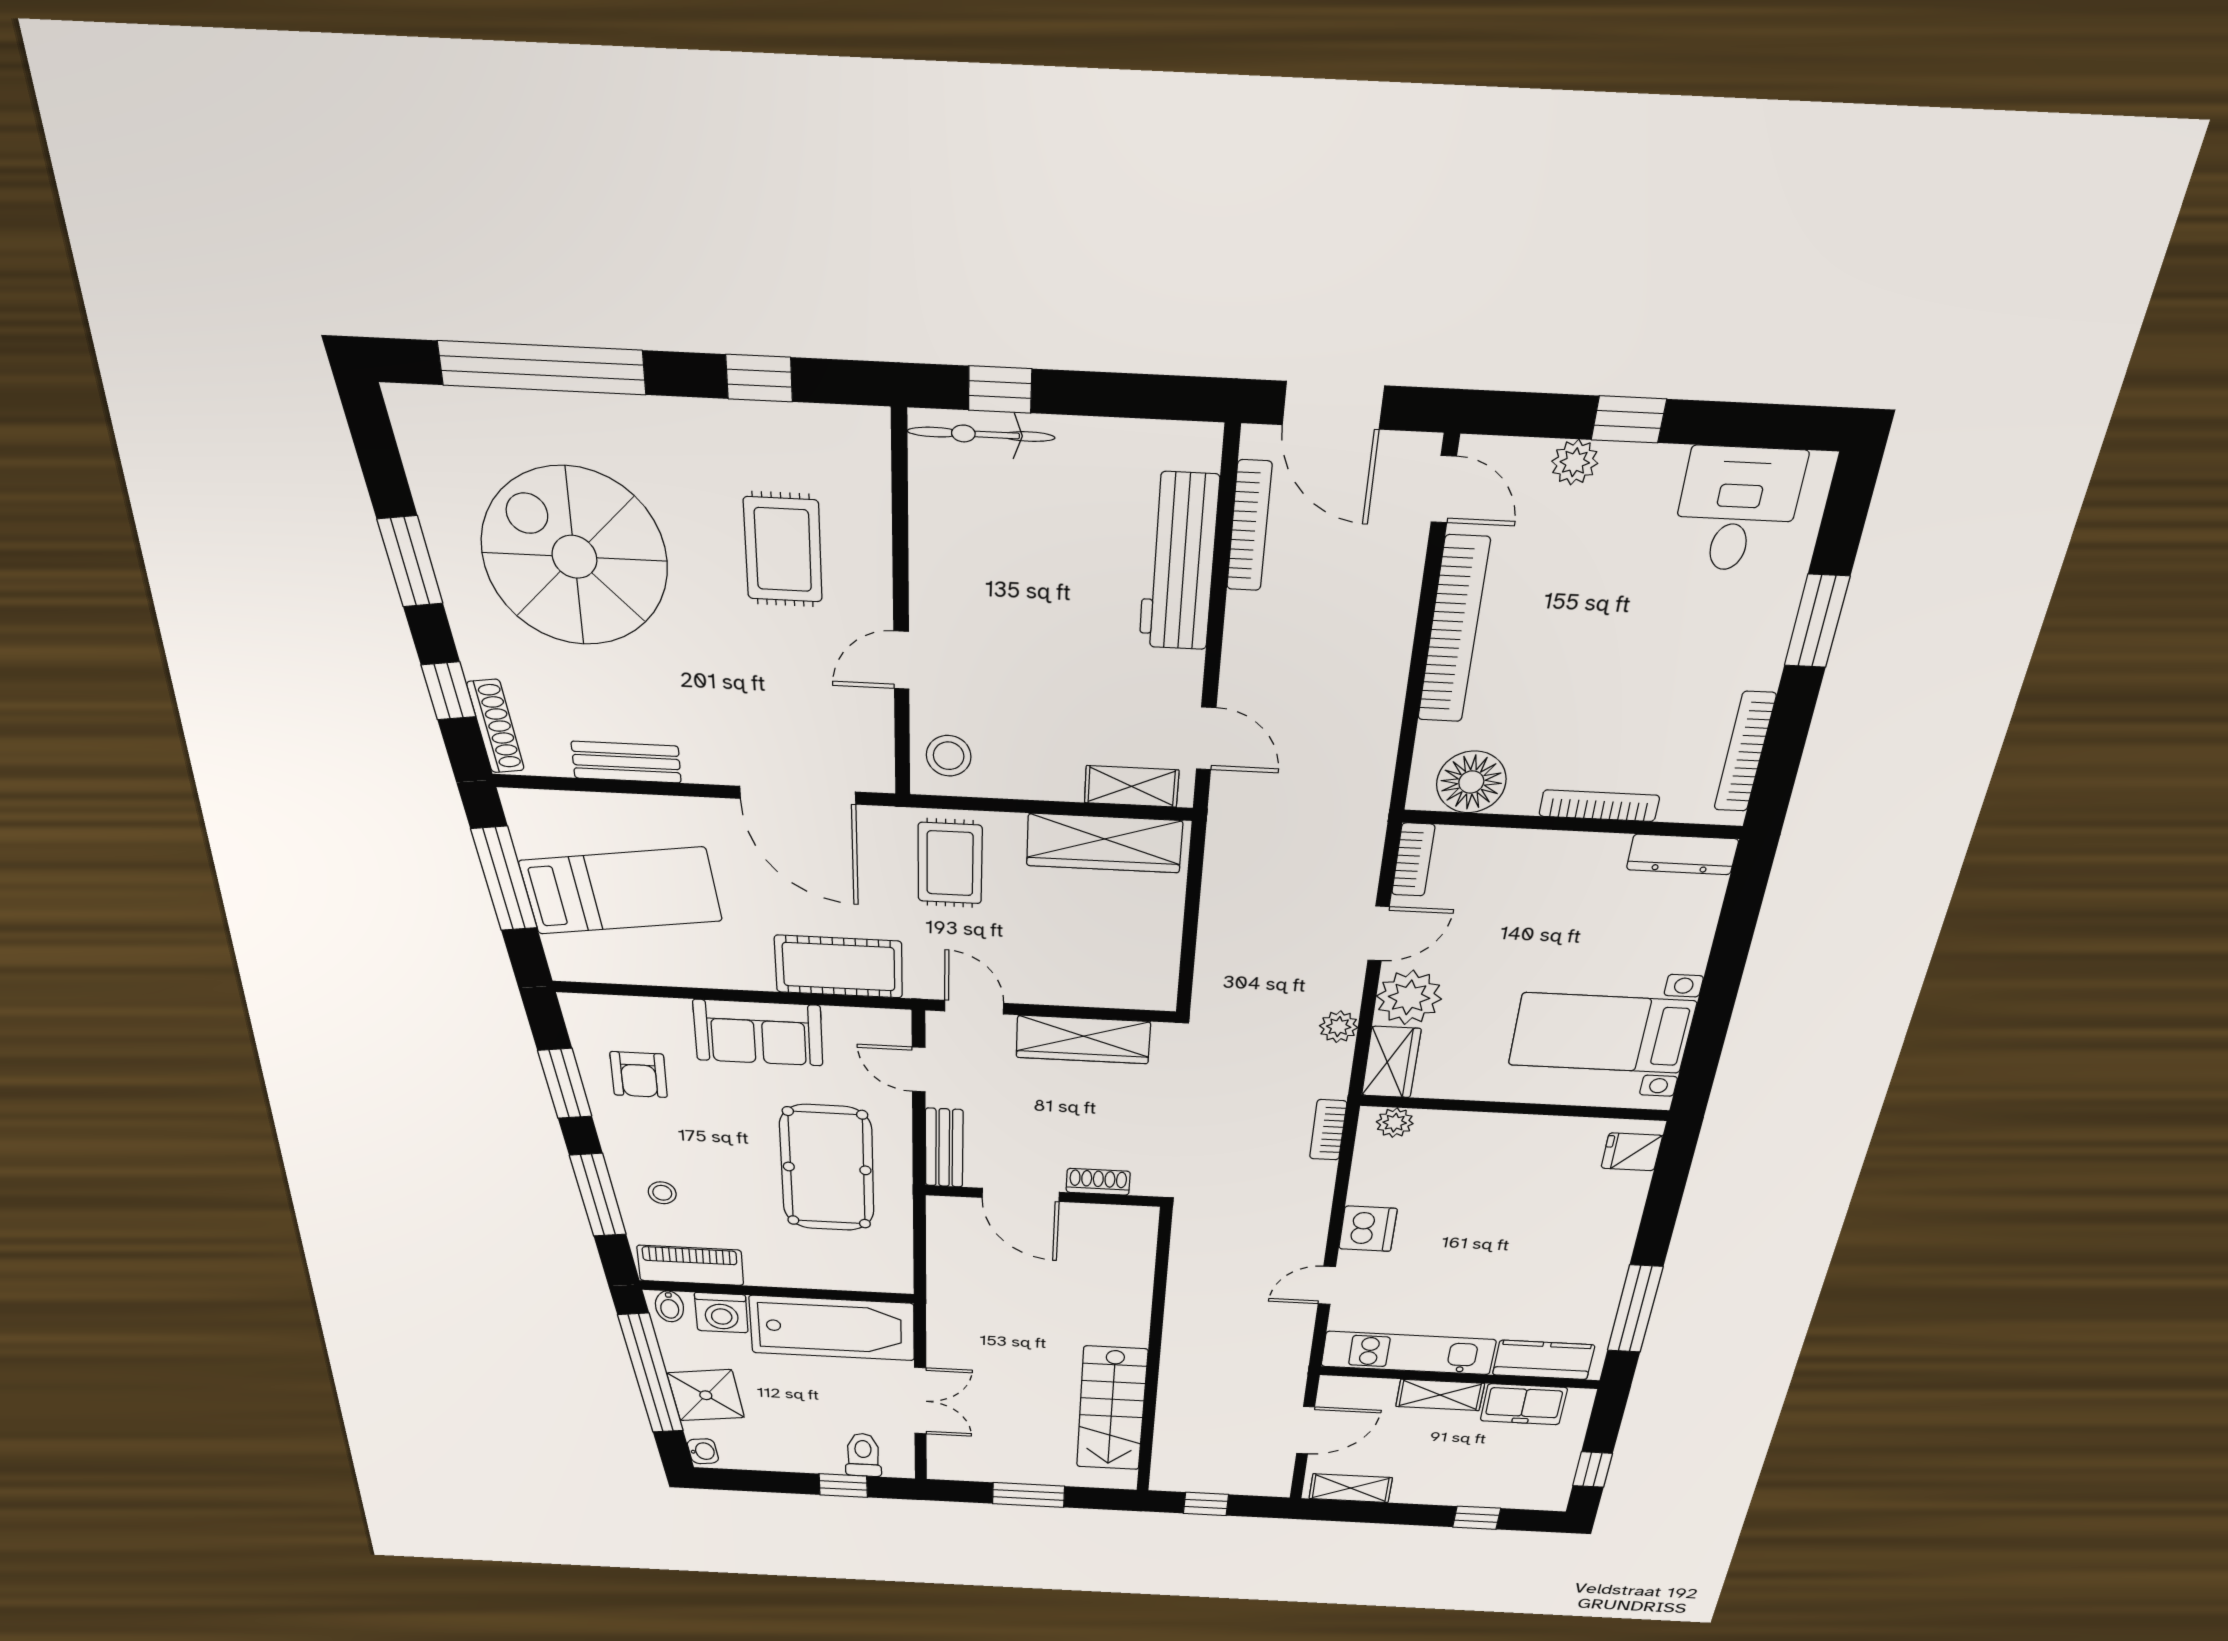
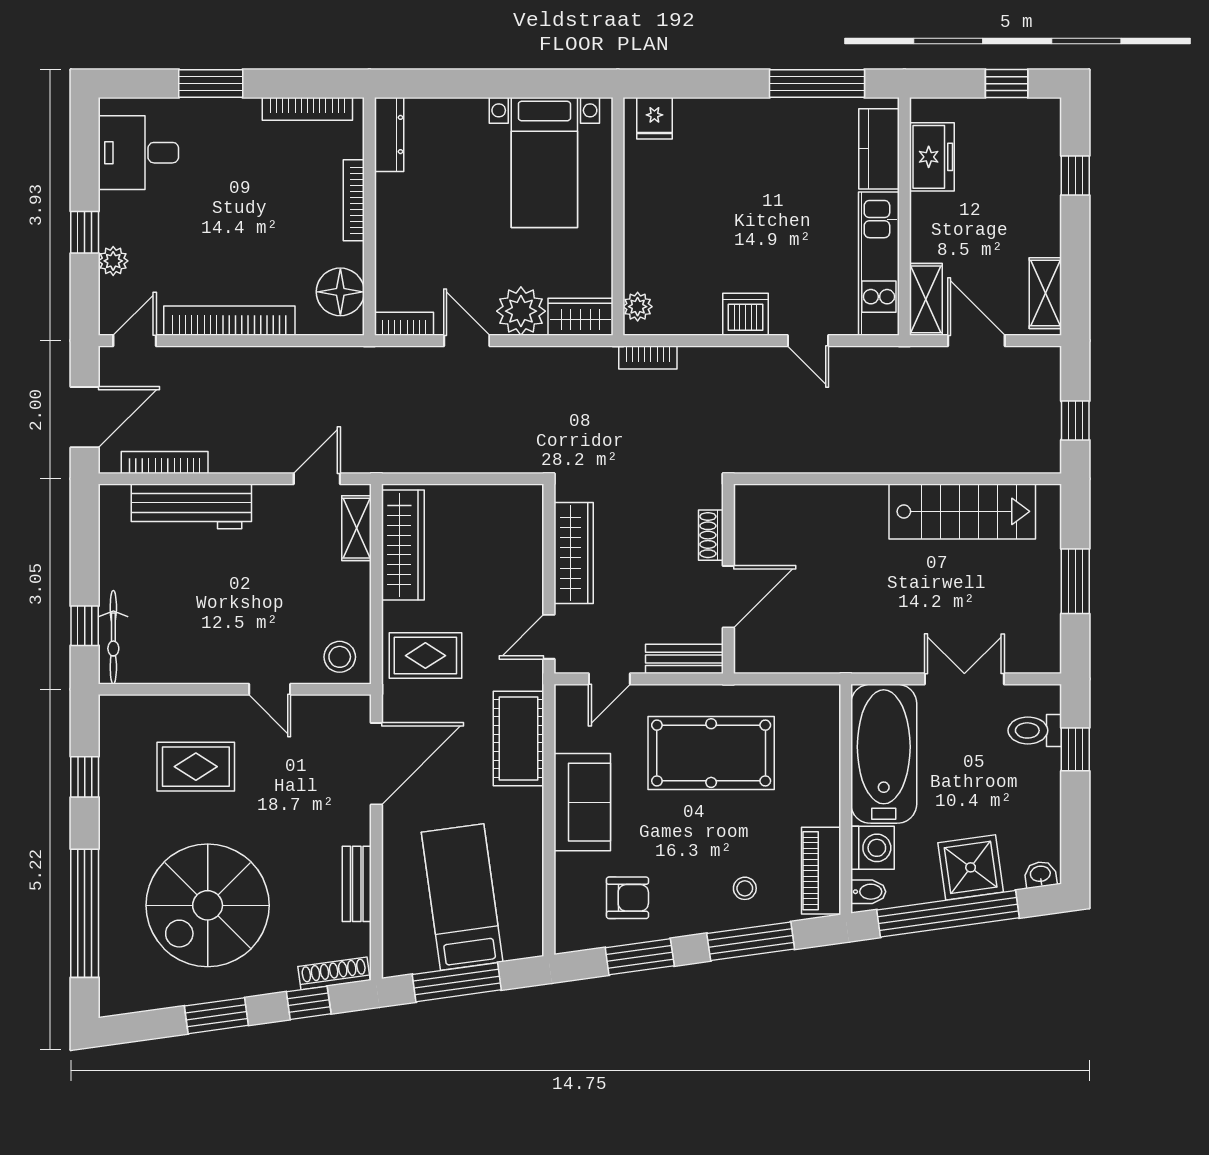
plant: (1339, 1027) -> (550, 360), removed
shelving: (1440, 1395) -> (926, 299), moved

